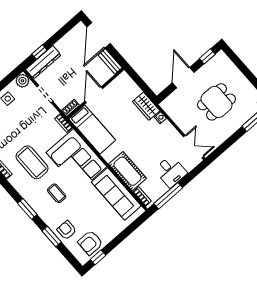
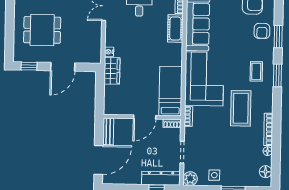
dining table: (217, 102) -> (42, 30), moved
cot: (127, 171) -> (175, 28), width x0.73, depth x0.75
coffee table: (57, 193) -> (256, 71), moved

